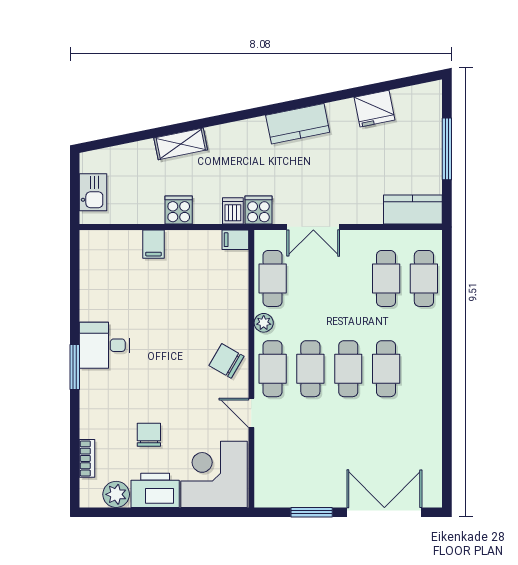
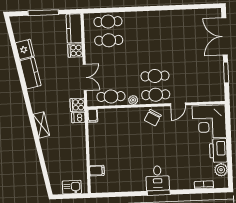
kitchen counter: (298, 124) -> (30, 73), moved
shelving: (181, 144) -> (41, 125), moved
cooker: (179, 210) -> (75, 51), moved
filing cabinet: (153, 244) -> (97, 171), moved
desk: (104, 345) -> (157, 178), moved
cafe table: (348, 369) -> (154, 57), removed
cafe table: (386, 369) -> (153, 38), removed
chair: (149, 435) -> (191, 155), removed

